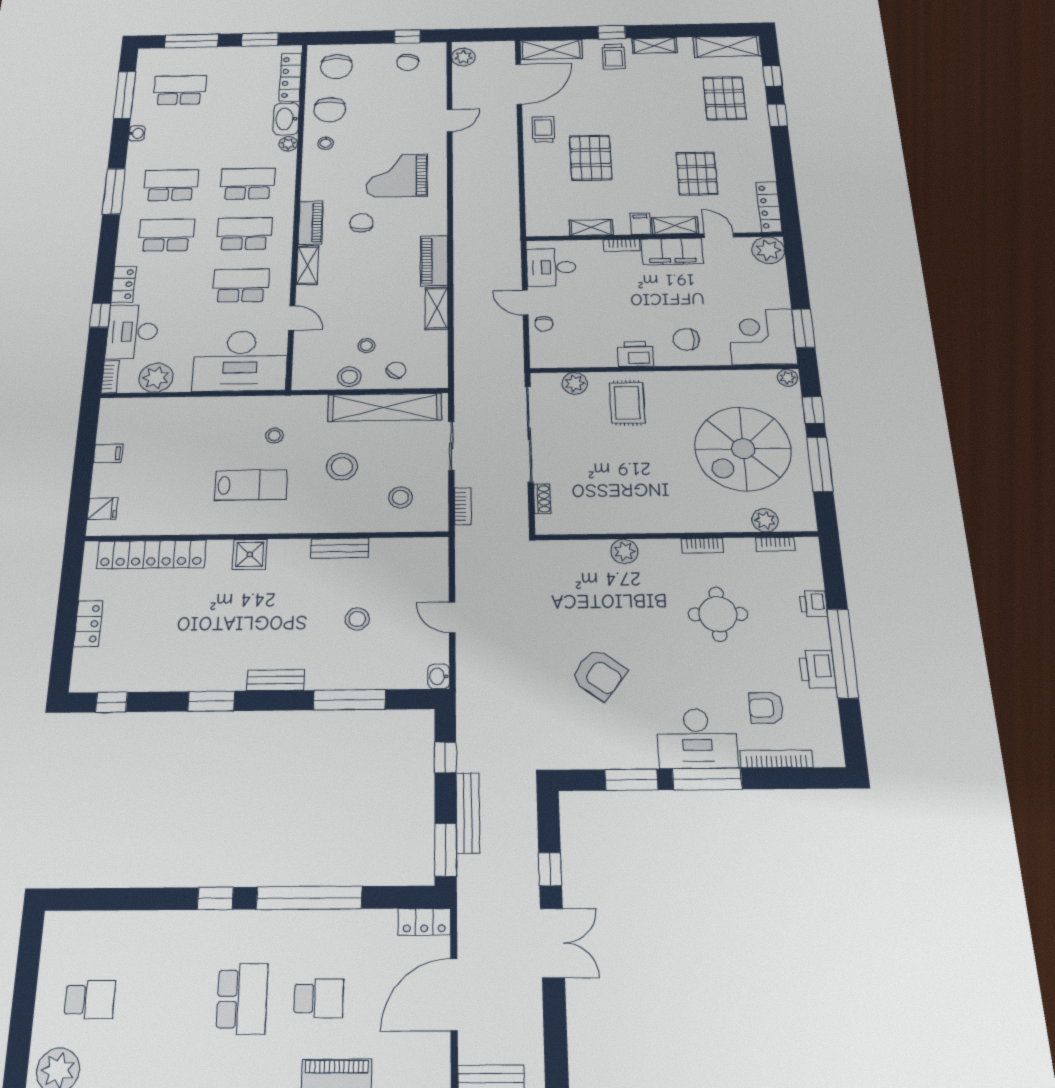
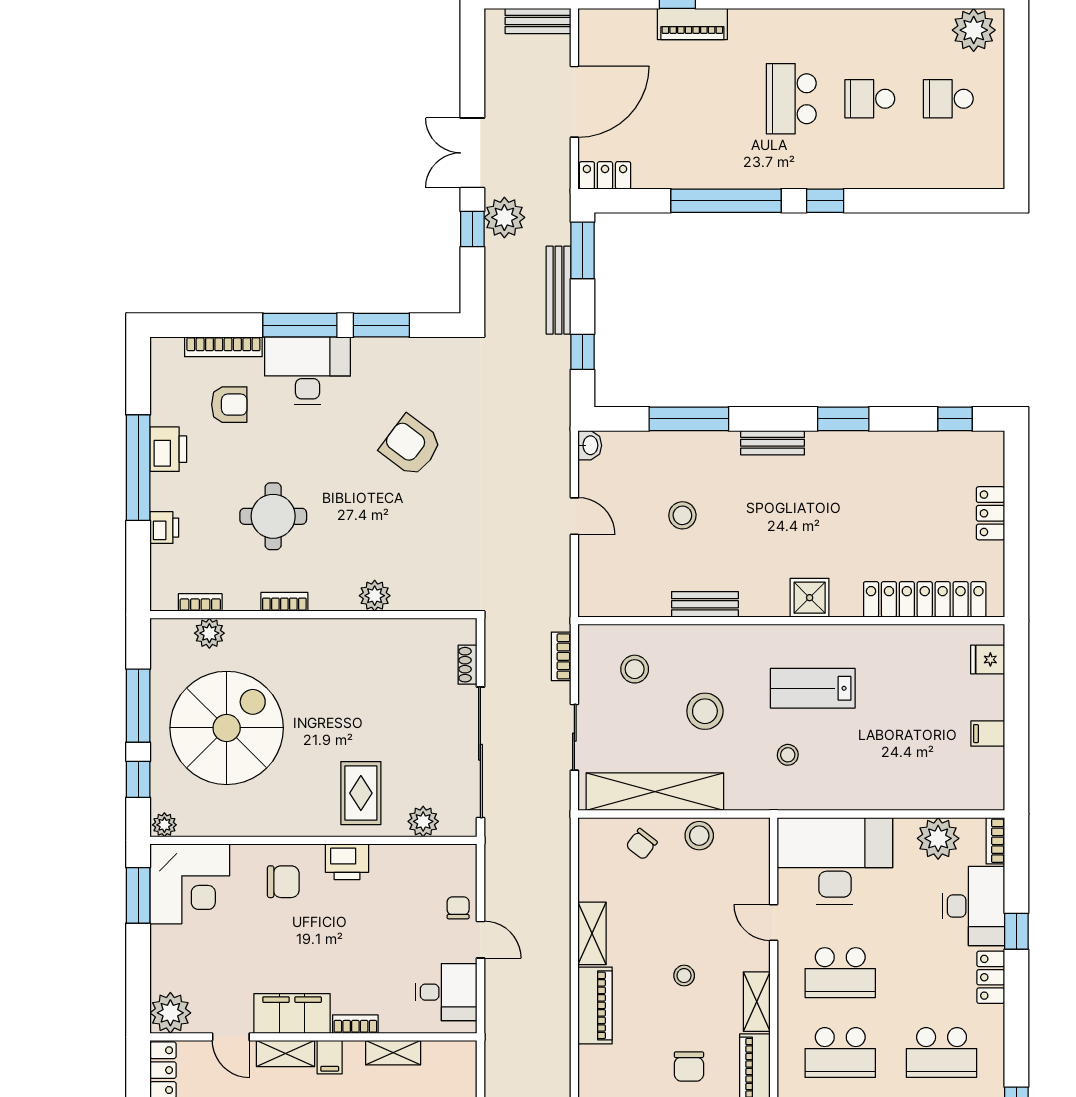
stool: (367, 346) -> (684, 976), moved
plant: (520, 880) -> (504, 217), added
school desk: (319, 998) -> (870, 99), moved

